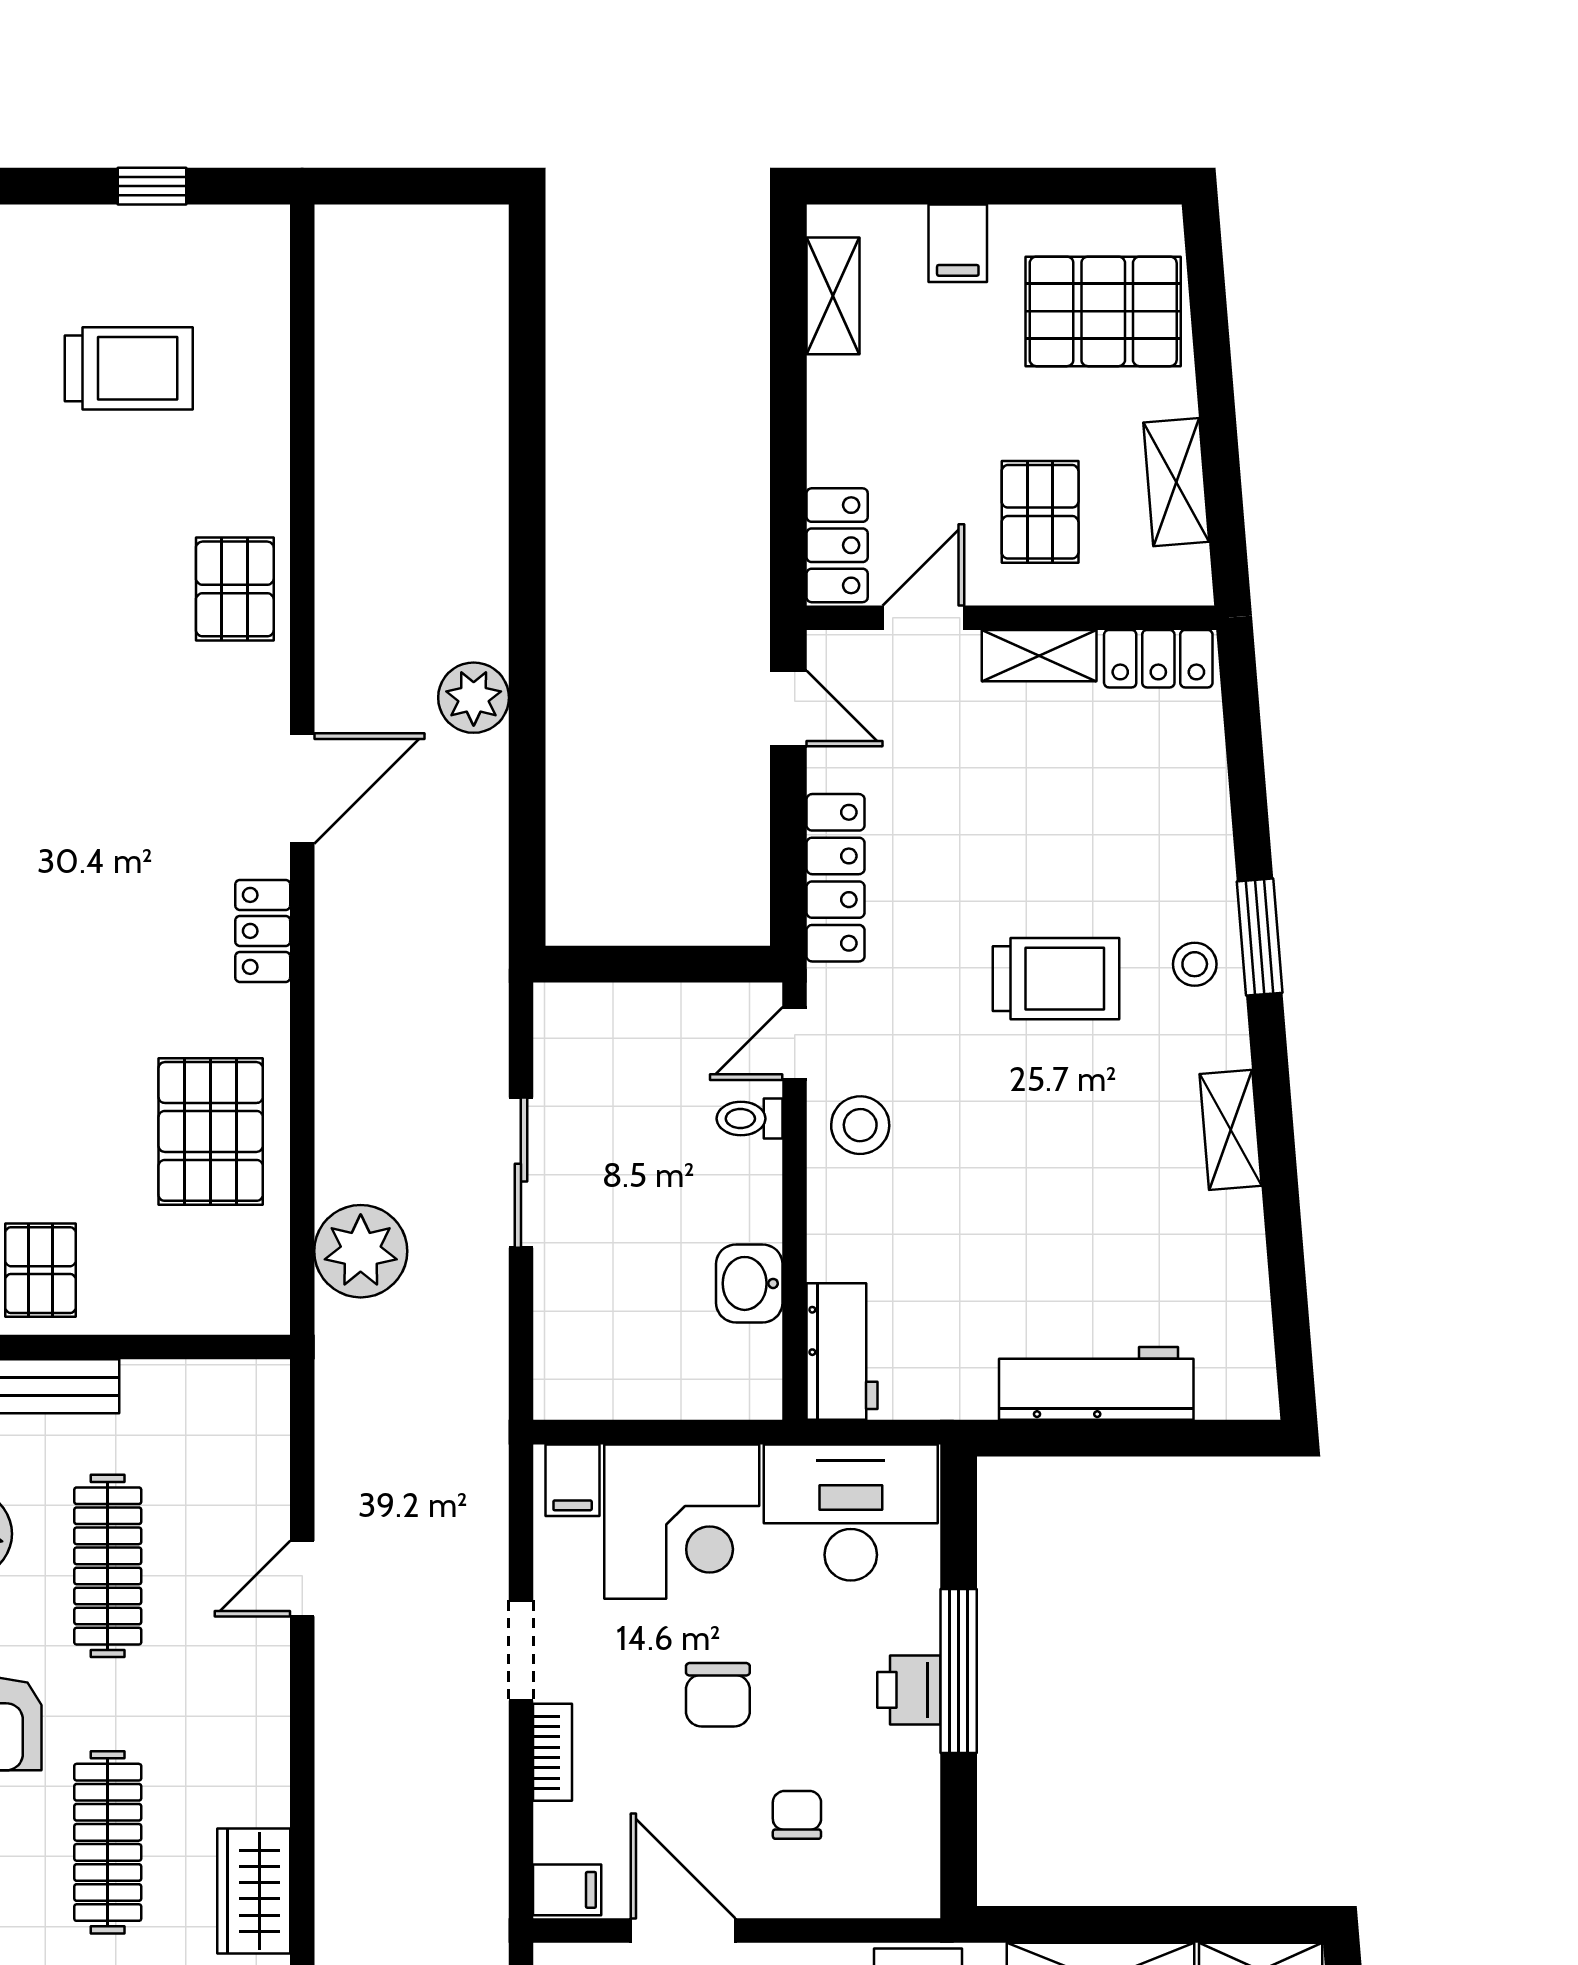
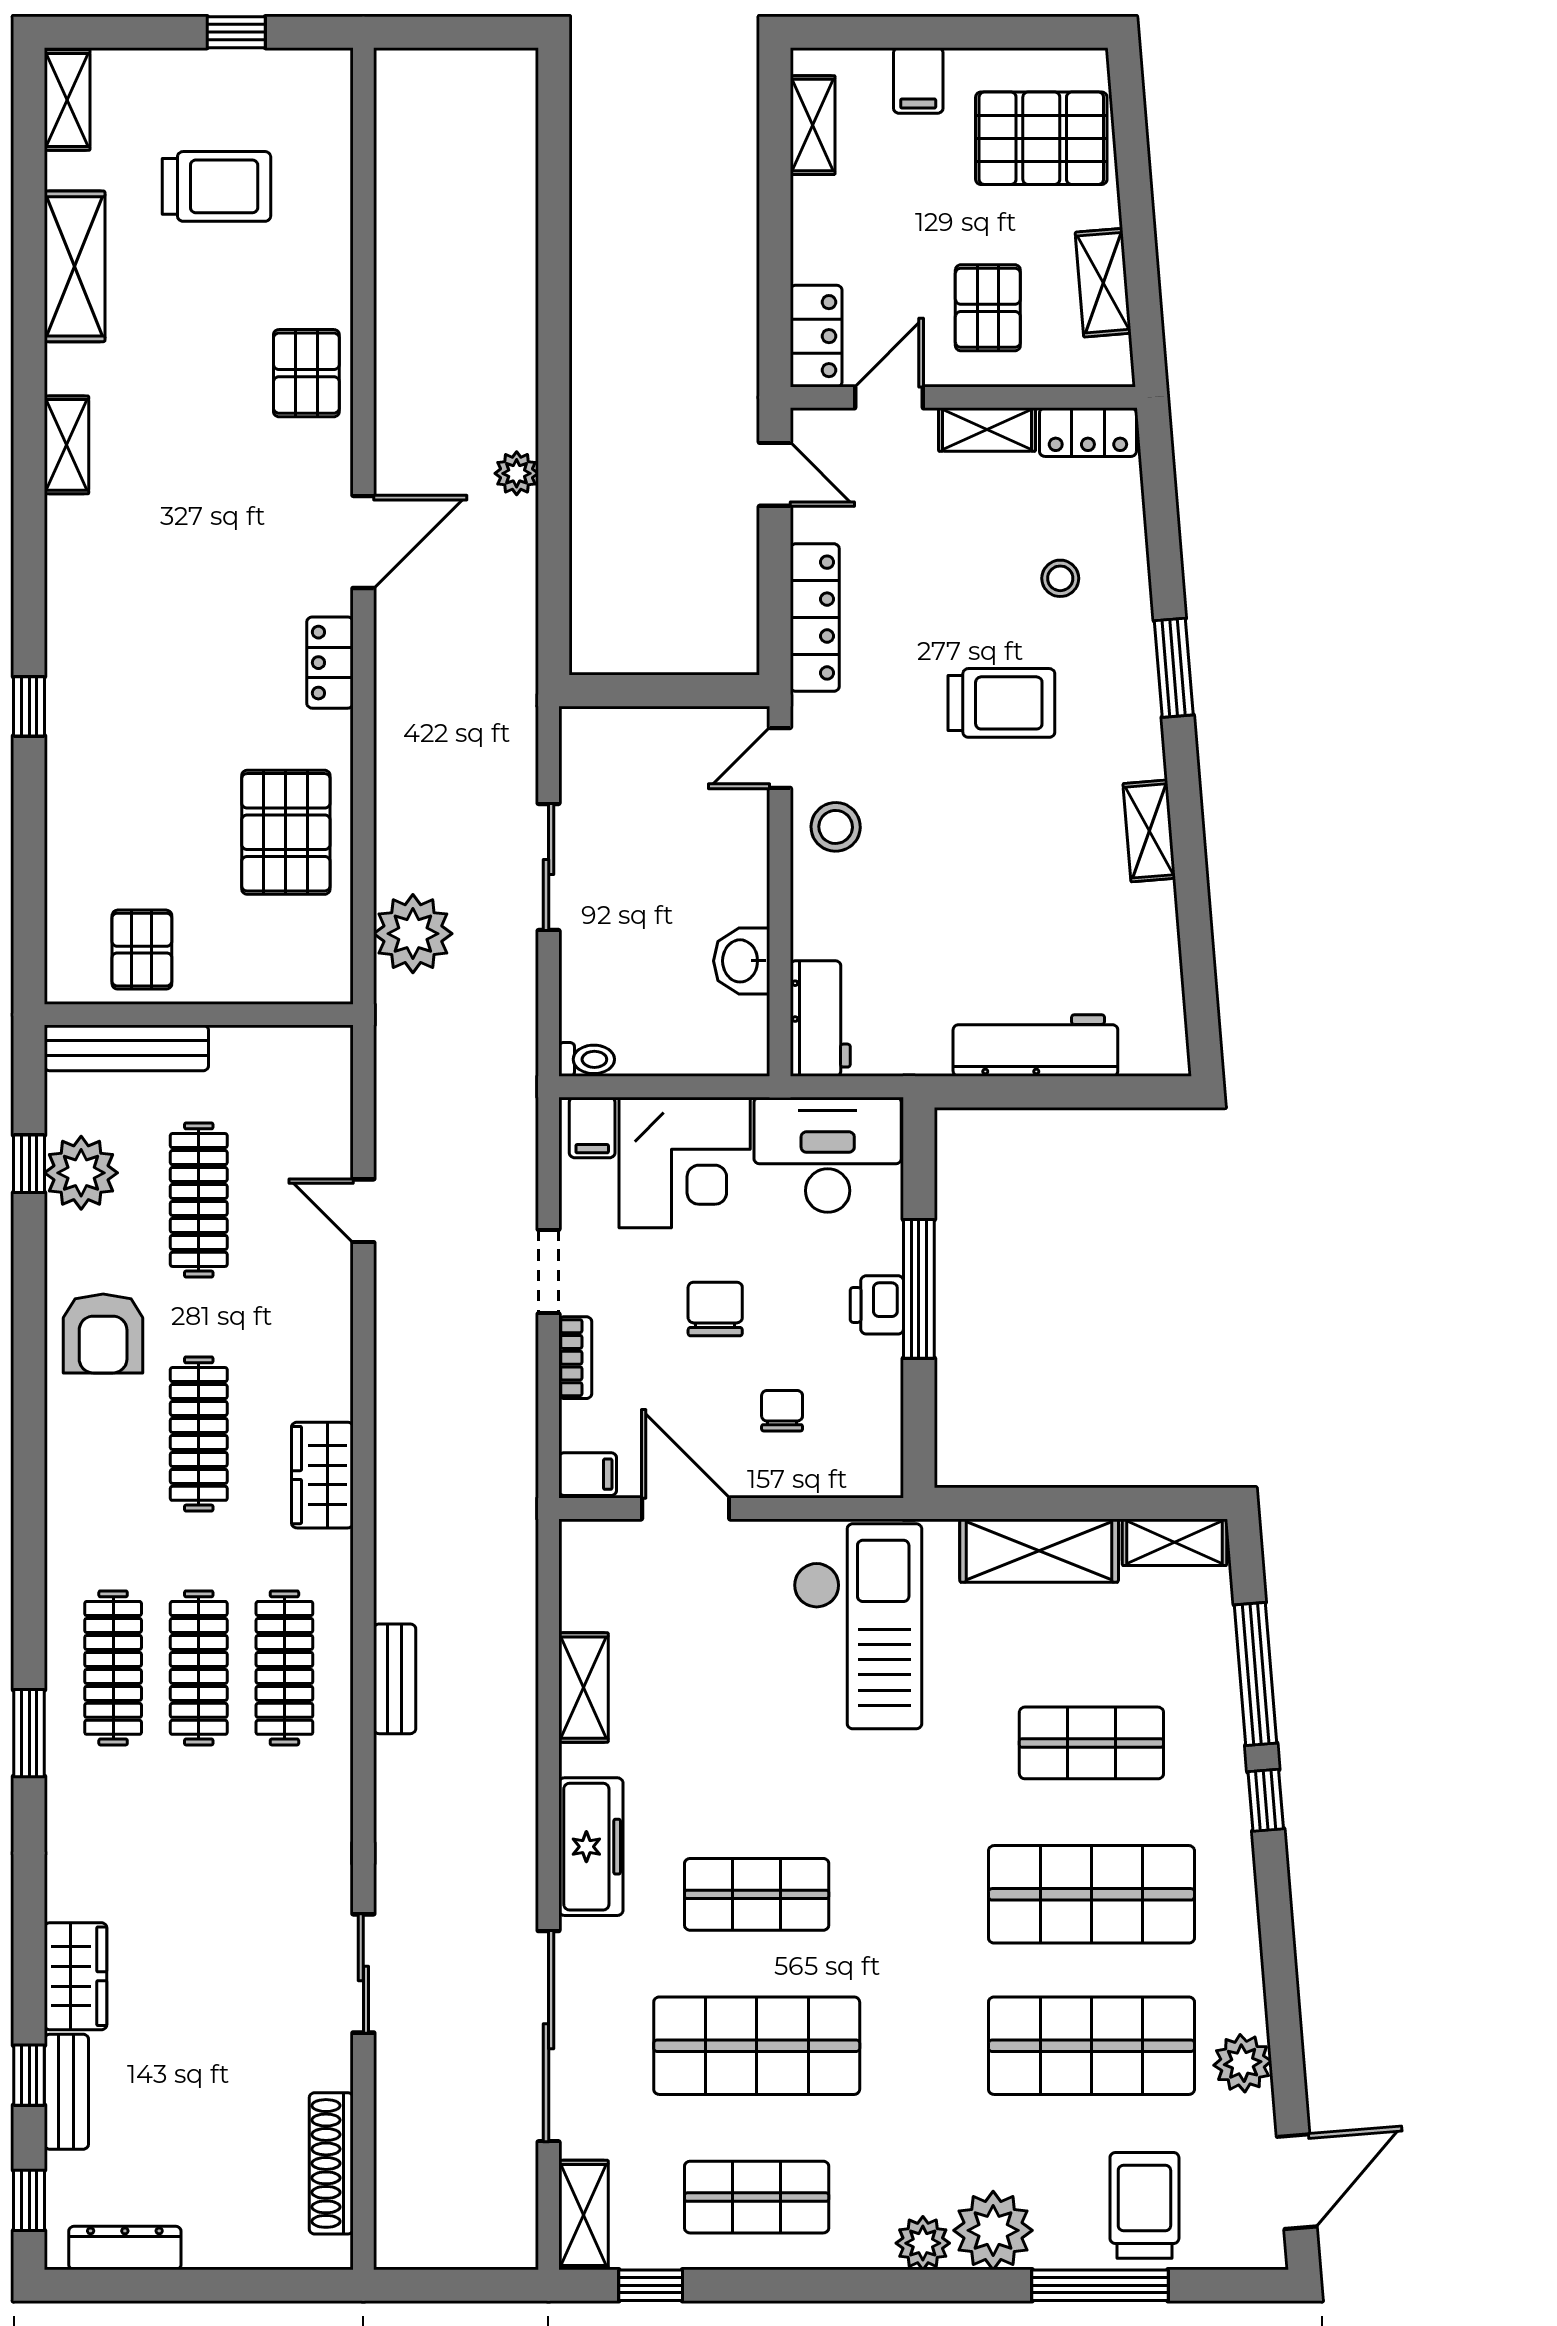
plant: (474, 698) -> (517, 473), width x0.73, depth x0.73
stool: (1195, 964) -> (1060, 578), moved
toilet: (750, 1119) -> (587, 1059), moved, turned 180
door: (302, 1579) -> (363, 1211), hinge flipped
chair: (718, 1695) -> (715, 1309), turned 180

